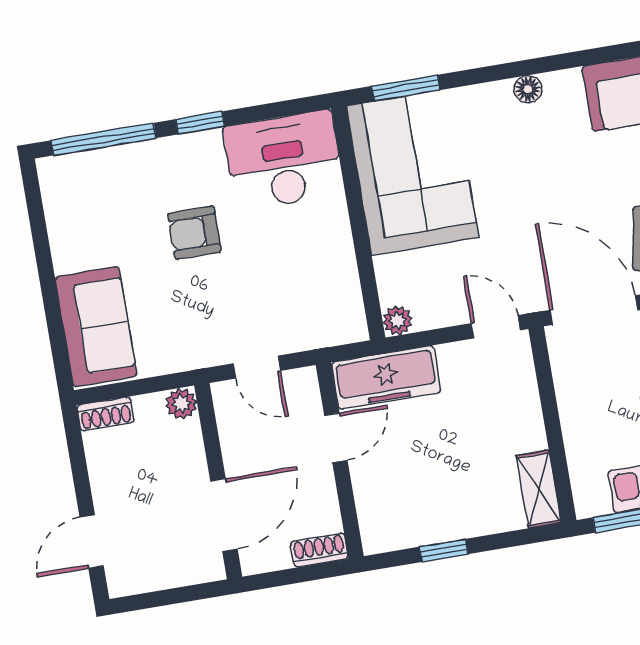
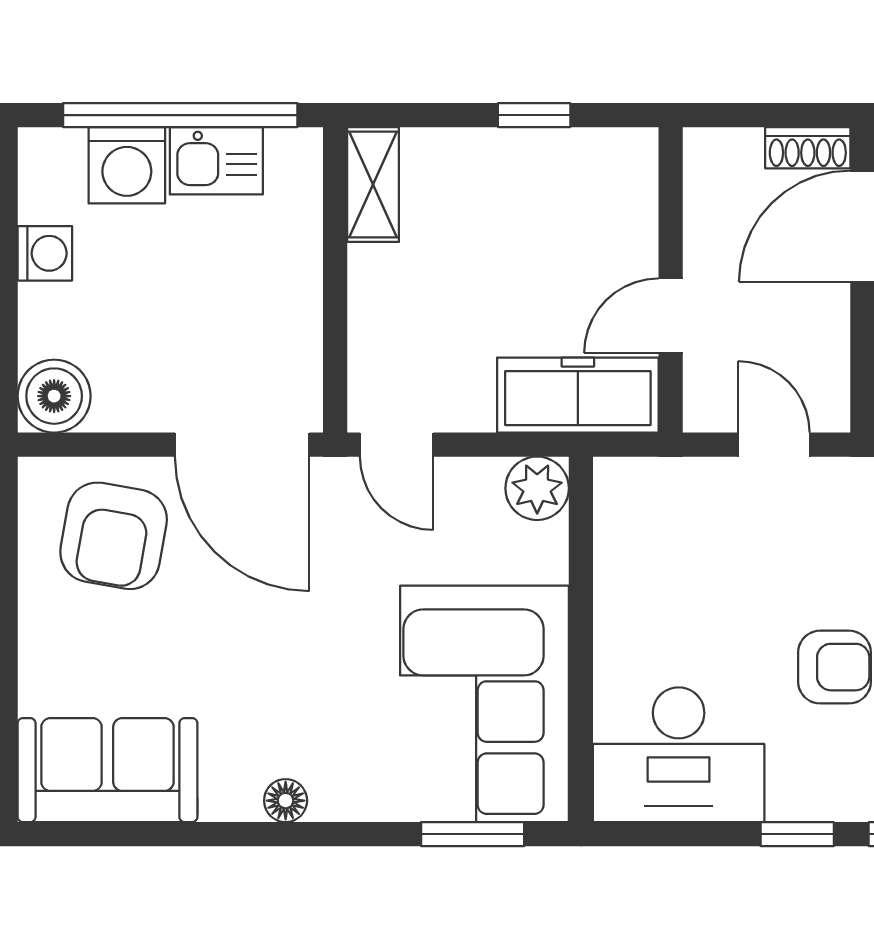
plant: (398, 321) -> (537, 488), width x1.38, depth x1.38
shoe rack: (319, 550) -> (808, 148), moved

